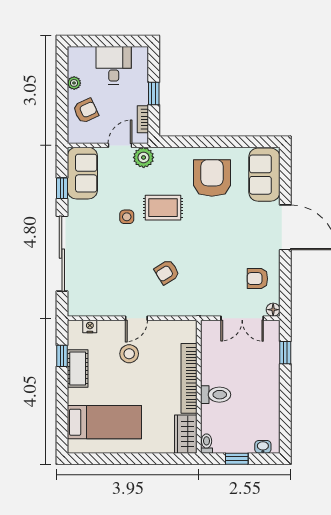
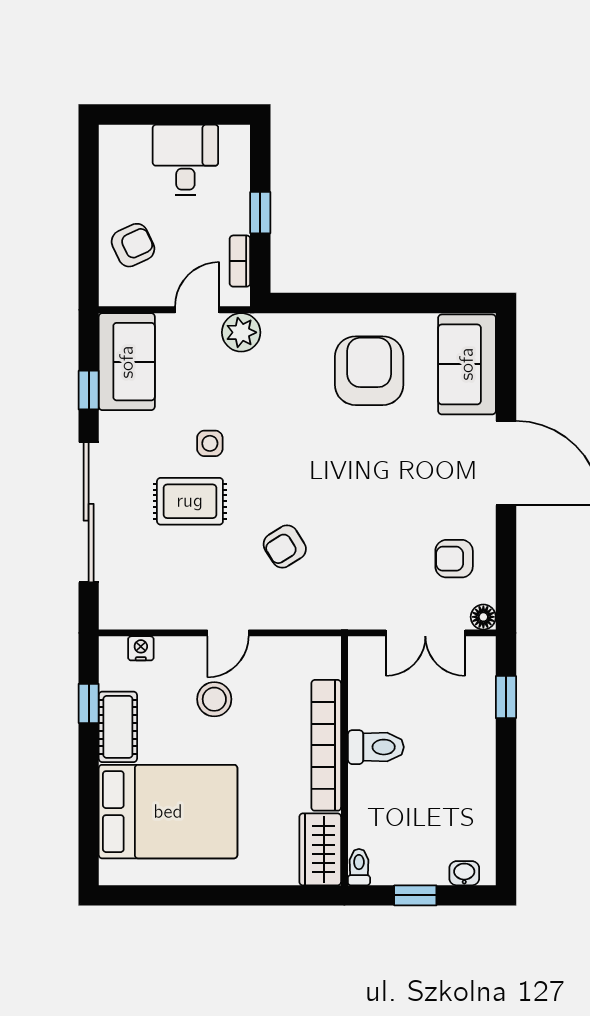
plant: (74, 83) -> (111, 193), removed
rug: (163, 208) -> (190, 501), moved
toilet: (216, 395) -> (376, 747), moved
bed: (104, 422) -> (168, 812), width x1.50

